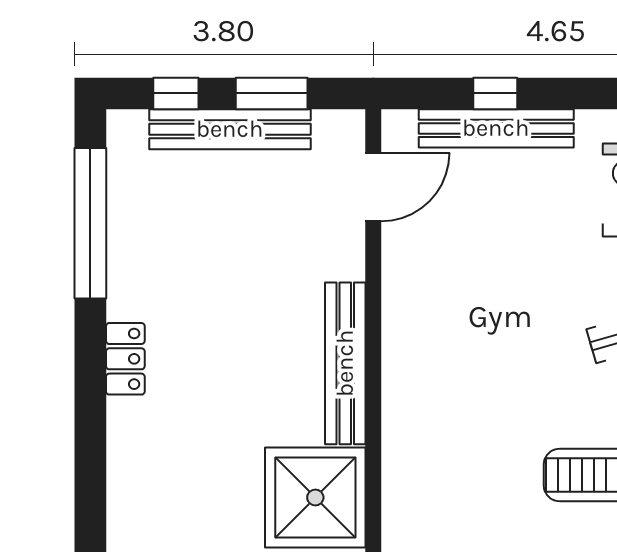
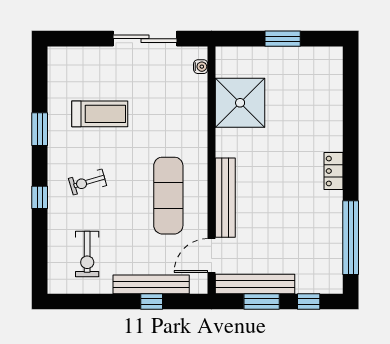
bench: (230, 129) -> (255, 284), moved
exercise mat: (461, 309) -> (168, 196), added
bench: (345, 363) -> (225, 198), moved

